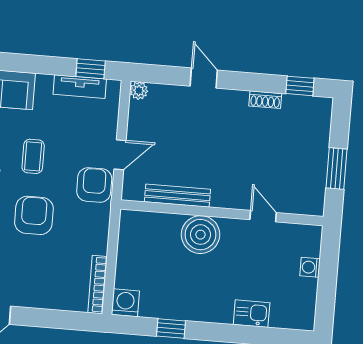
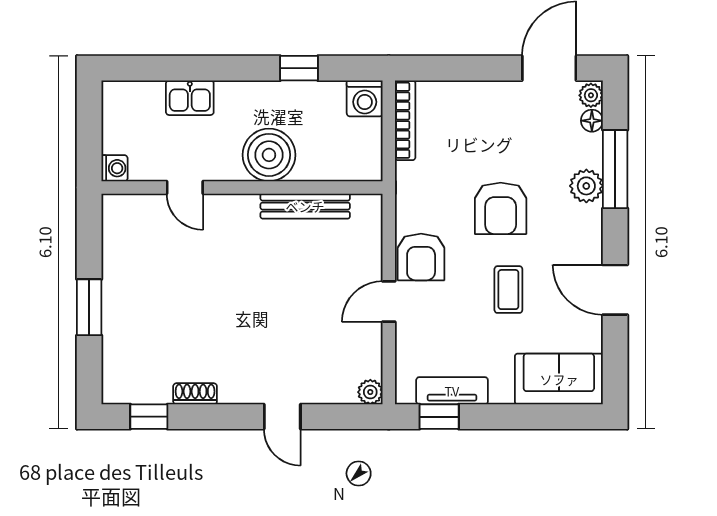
bench: (177, 196) -> (305, 206), moved
wall: (222, 213) -> (242, 187), moved
door: (263, 216) -> (185, 187), moved
boiler: (201, 235) -> (269, 155), moved

